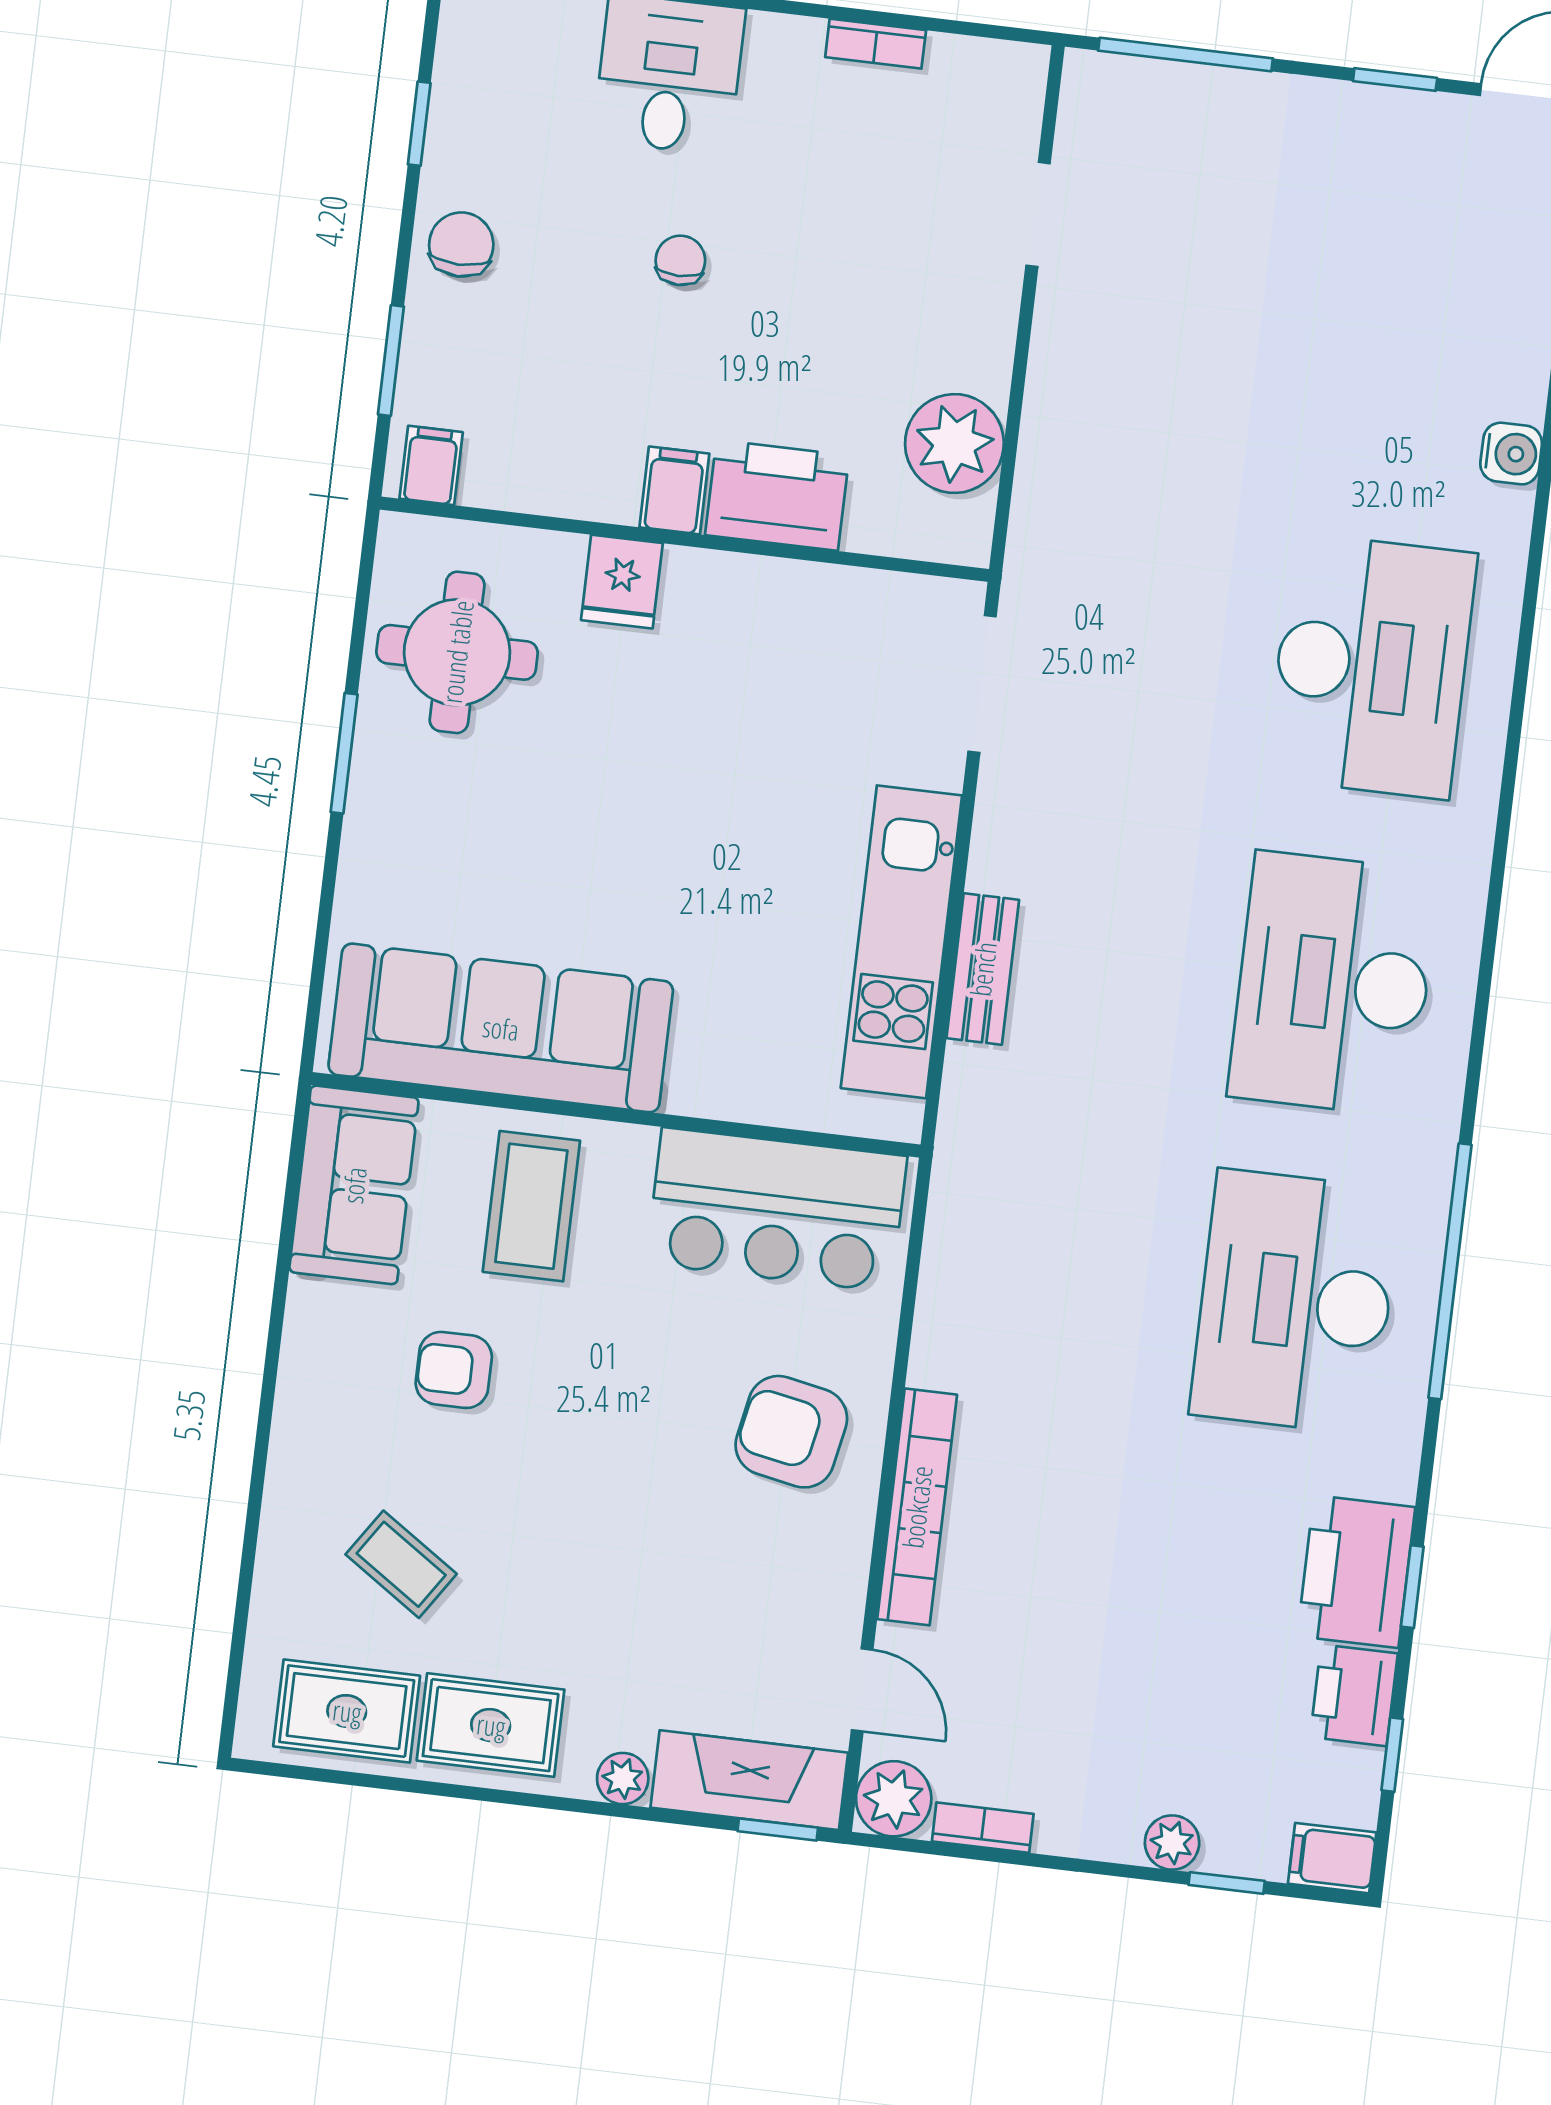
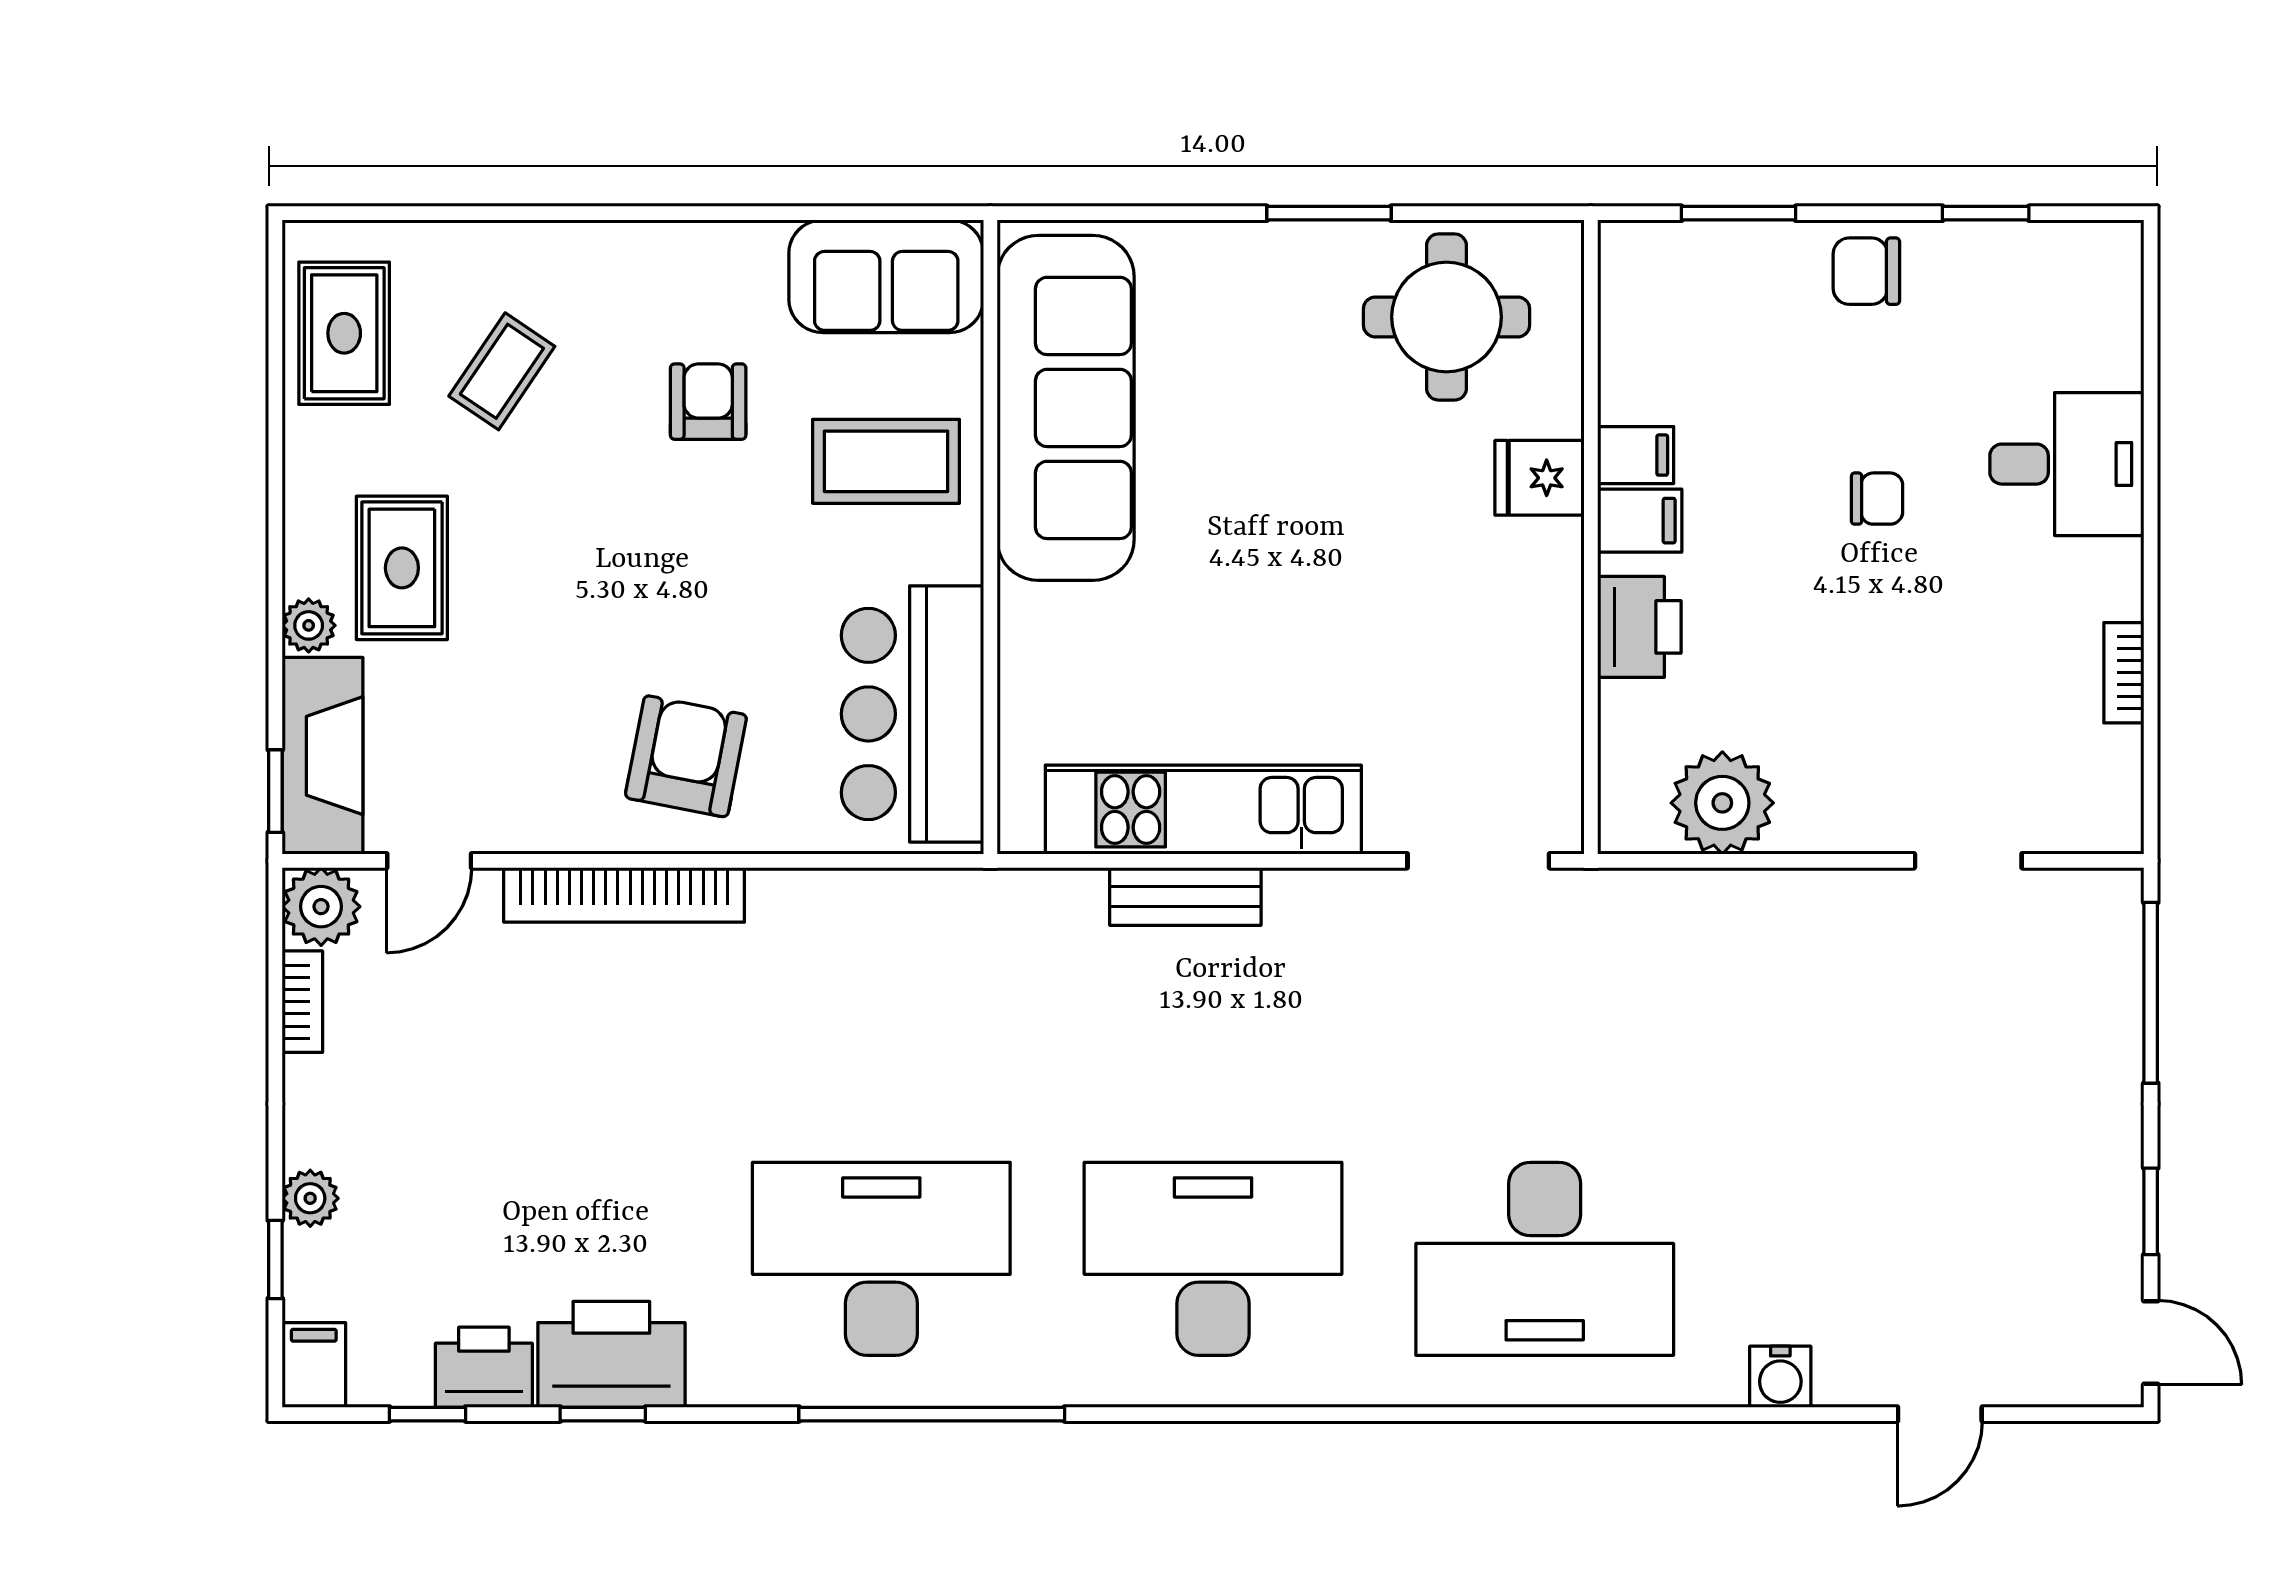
chair: (461, 245) -> (1866, 271), turned 180
filing cabinet: (431, 465) -> (1636, 455), moved
printer: (777, 495) -> (1639, 627), width x0.73, depth x0.84
rug: (491, 1725) -> (402, 568), moved

